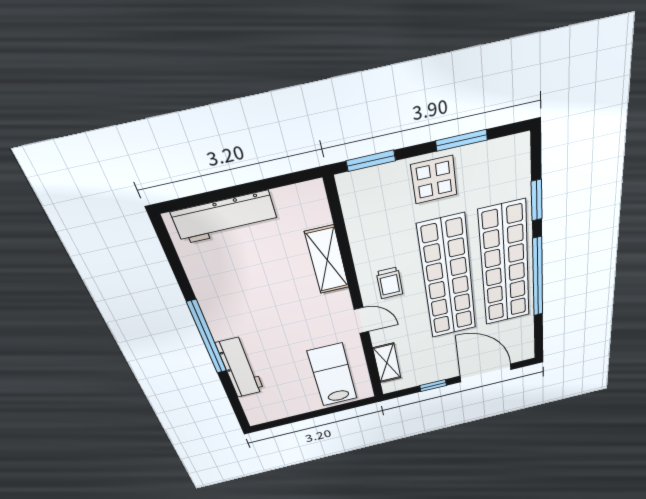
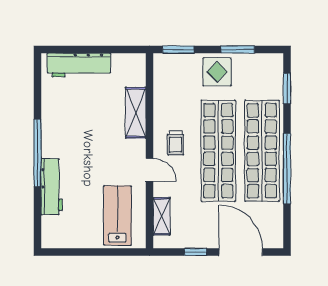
window: (537, 200) -> (287, 89), moved

